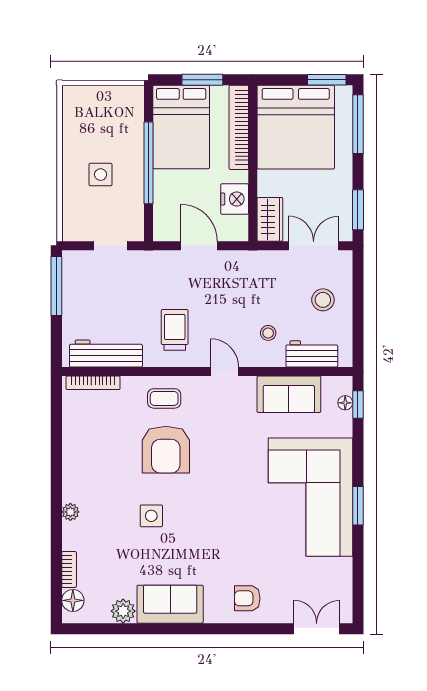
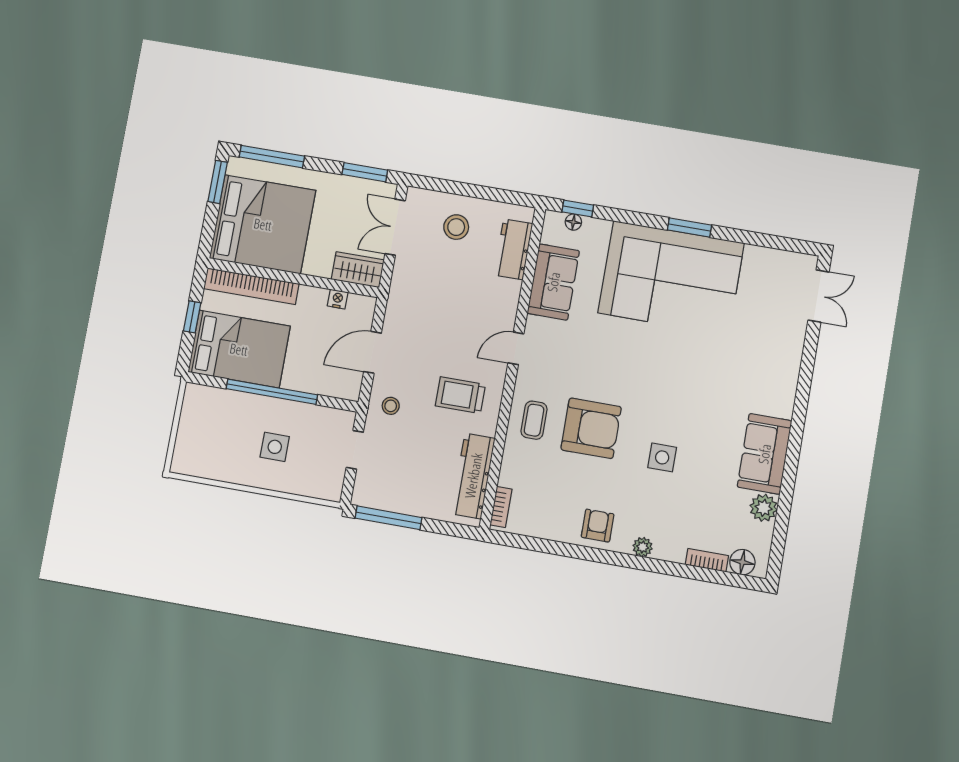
window: (202, 80) -> (192, 317), width x0.67
nightstand: (235, 199) -> (338, 299), width x0.53, depth x0.56
stool: (268, 333) -> (391, 406), moved
bookcase: (93, 383) -> (501, 507), width x0.64
armchair: (247, 598) -> (598, 526), moved, turned 180
double door: (317, 629) -> (819, 296), swing flipped

